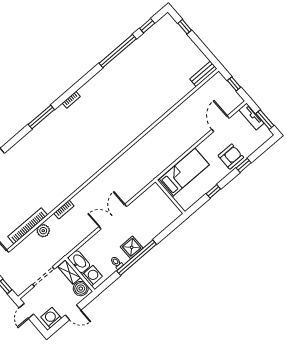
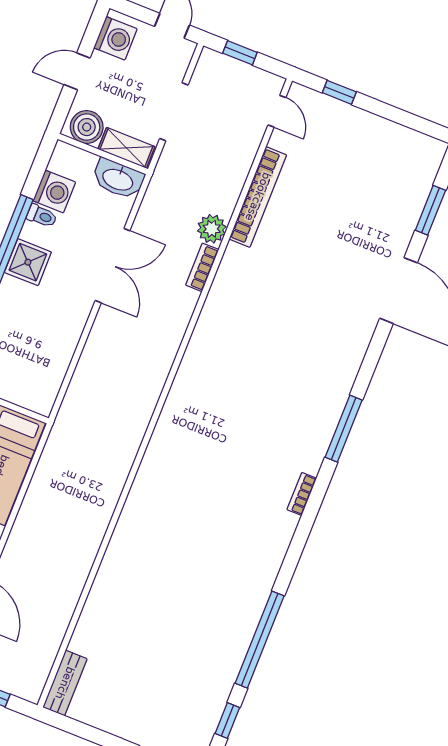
double door: (113, 217) -> (113, 266), moved
plant: (43, 231) -> (212, 229), moved
washing machine: (92, 276) -> (54, 191), moved, turned -90

